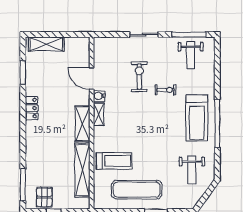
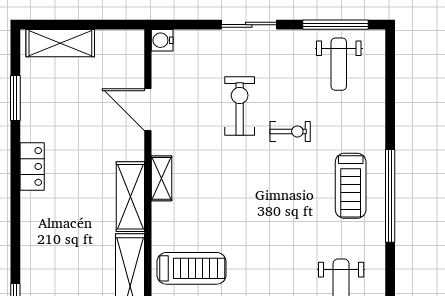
water cooler: (99, 96) -> (162, 40), moved
treadmill: (197, 118) -> (351, 186), width x0.73, depth x0.73

